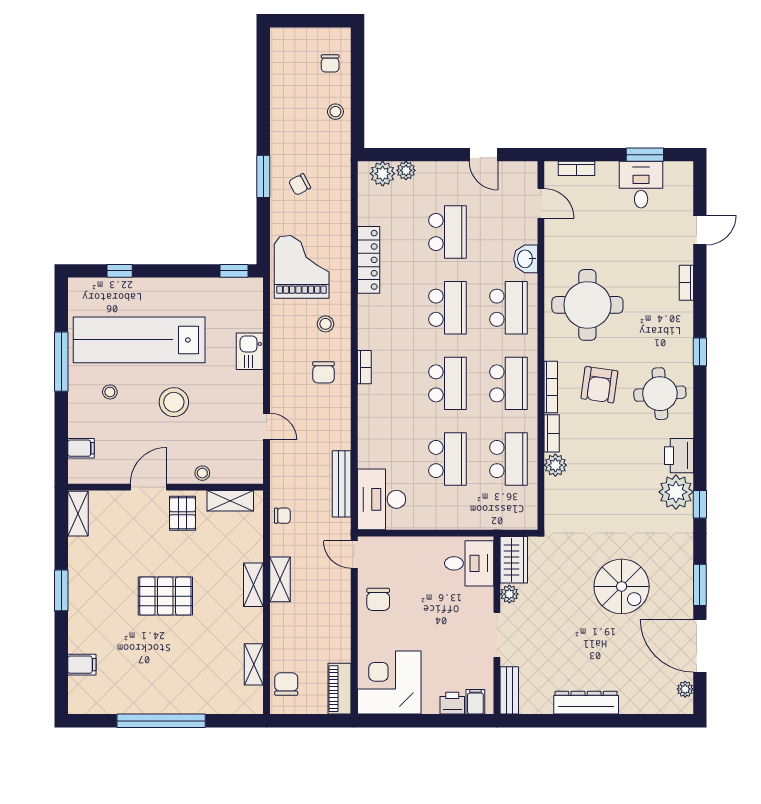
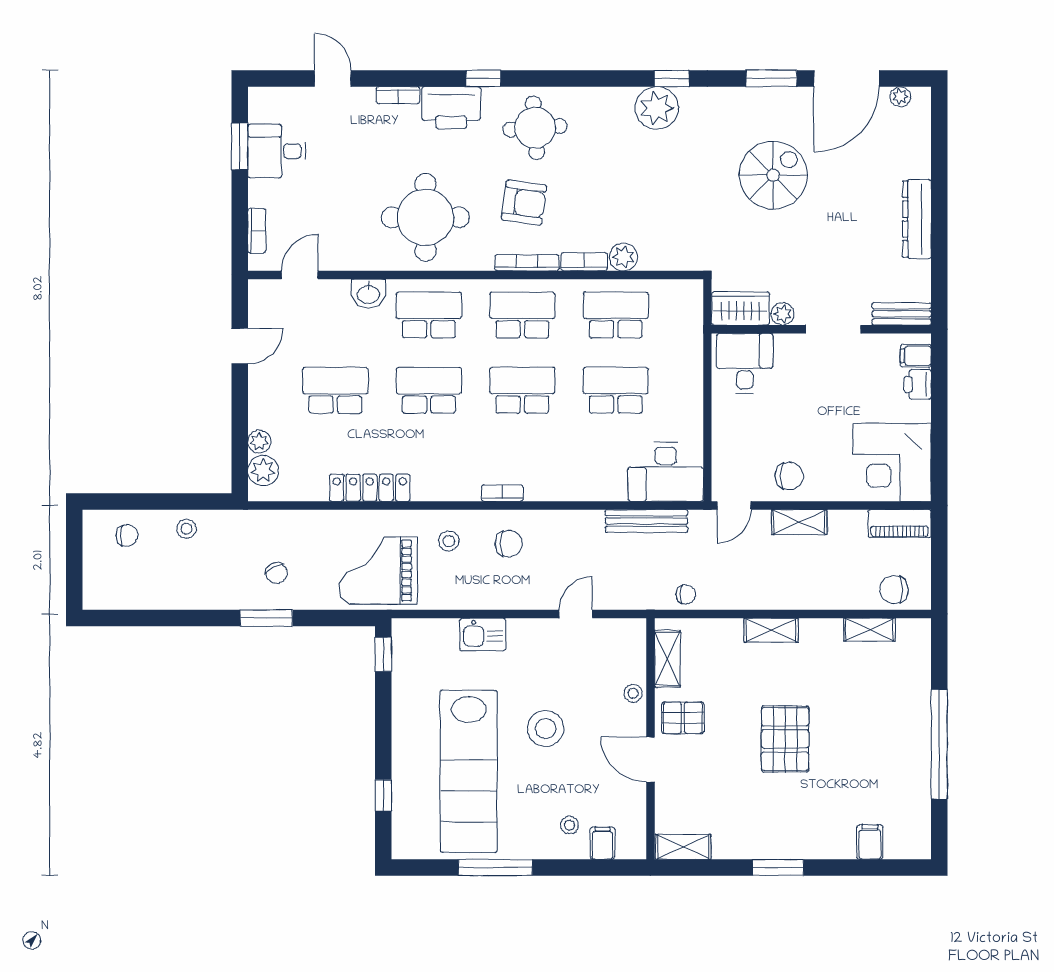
stool: (110, 392) -> (570, 825), moved
printer: (679, 456) -> (451, 108), moved, width x1.37, depth x1.19
chair: (282, 516) -> (686, 594), turned 90
shelving: (280, 579) -> (799, 522), moved

